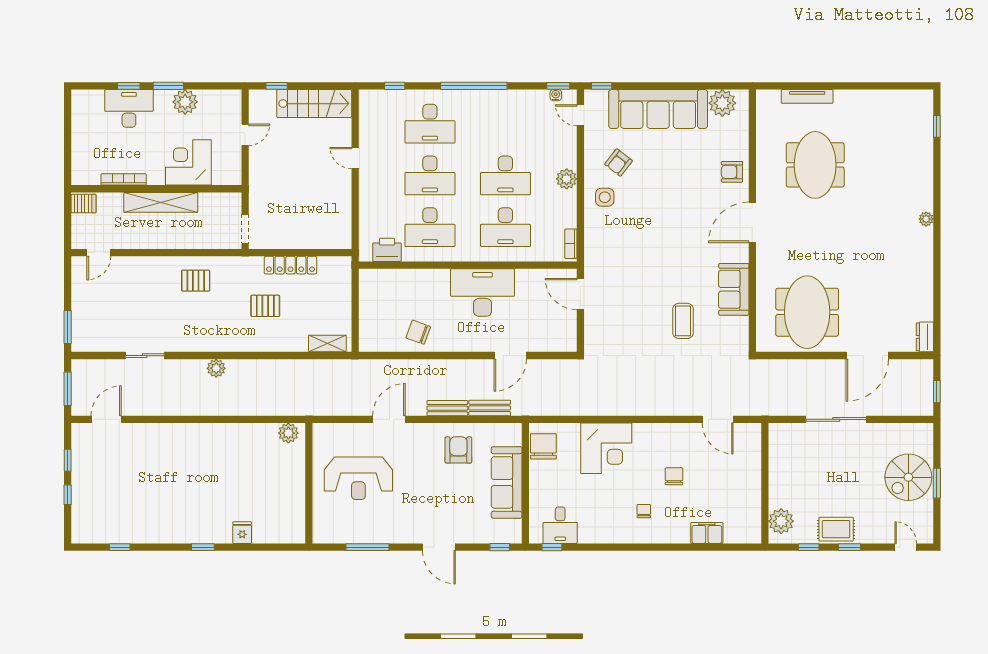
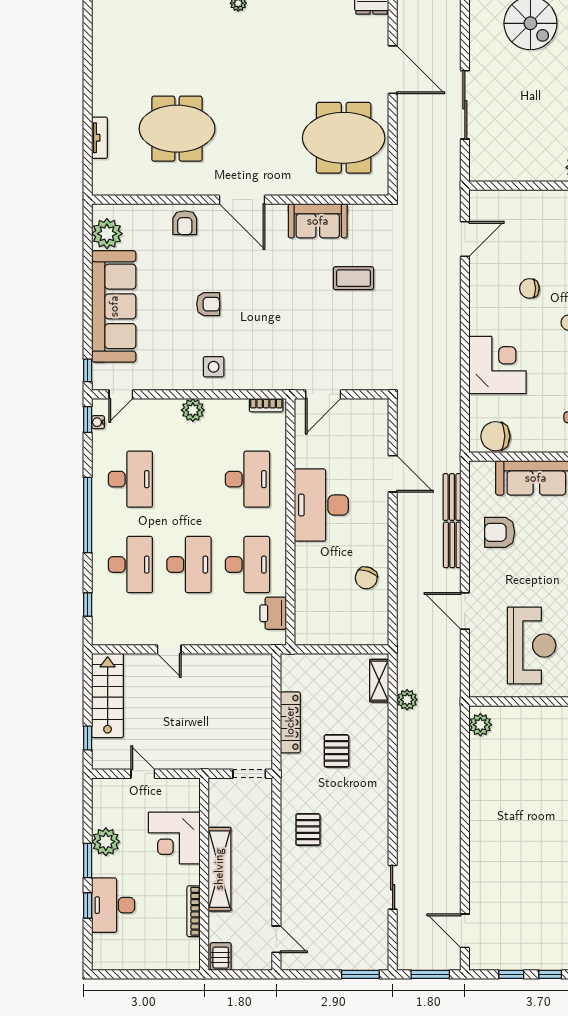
tv unit: (807, 96) -> (100, 138), width x0.71
door: (355, 158) -> (169, 649), hinge flipped
armchair: (618, 163) -> (208, 304), moved, turned -38
desk: (505, 175) -> (130, 479), moved
plant: (216, 368) -> (407, 700), moved

